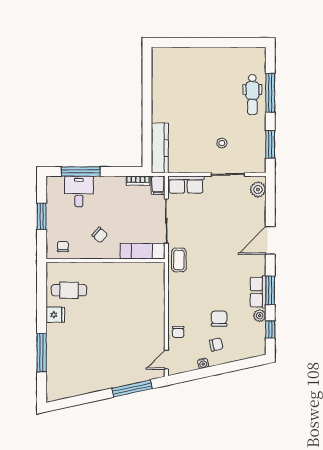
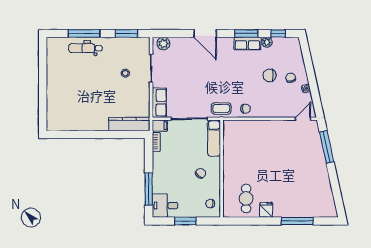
dental chair: (252, 95) -> (86, 48), turned 180
desk: (79, 191) -> (165, 206), moved
chair: (178, 332) -> (245, 109), moved
door: (166, 360) -> (303, 119), swing flipped

